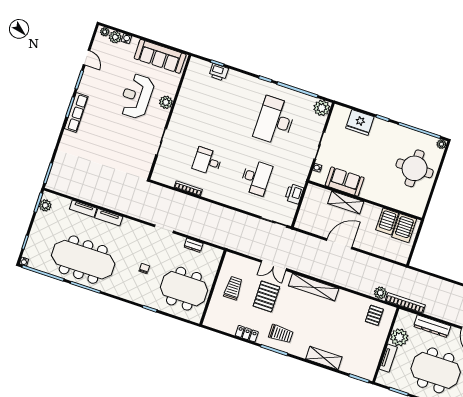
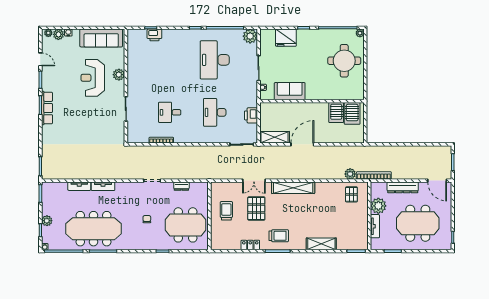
desk: (256, 178) -> (215, 112), turned 180
shelving: (346, 203) -> (275, 137), moved
plant: (45, 205) -> (47, 221), moved

